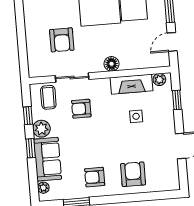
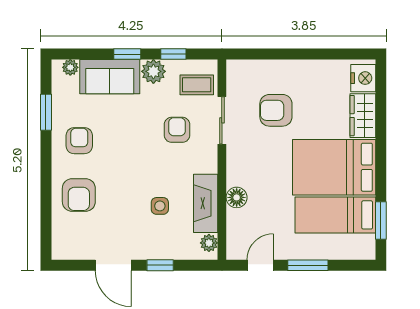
door: (172, 42) -> (260, 265), hinge flipped
floor lamp: (112, 64) -> (237, 197), moved
window: (177, 100) -> (160, 265), moved
armchair: (133, 174) -> (79, 195), turned 90

